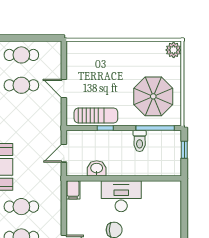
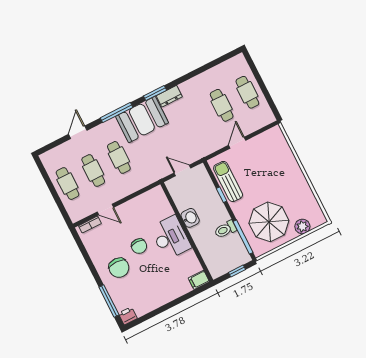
plant: (174, 50) -> (302, 226), moved
sun lounger: (96, 116) -> (228, 181), turned 180
washbasin: (97, 168) -> (190, 218), moved
filing cabinet: (73, 190) -> (199, 280), moved

